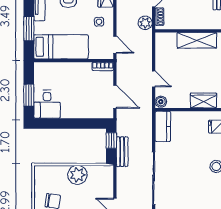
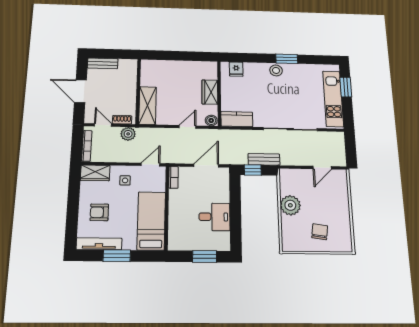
window: (29, 29) -> (117, 256), moved
shelving: (197, 40) -> (148, 105), moved
wardrobe: (203, 100) -> (210, 92), moved
desk: (47, 104) -> (214, 217), moved

